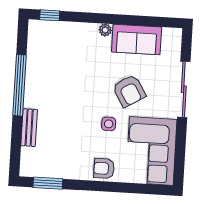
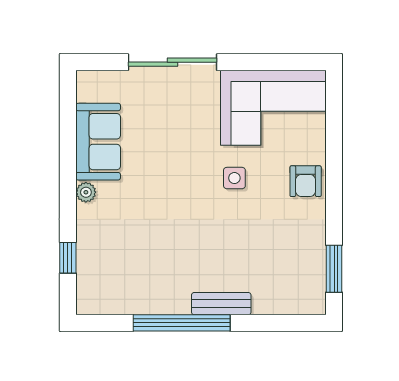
window: (50, 15) -> (68, 258), moved
armchair: (129, 91) -> (180, 149), removed
bench: (29, 128) -> (221, 304), moved

